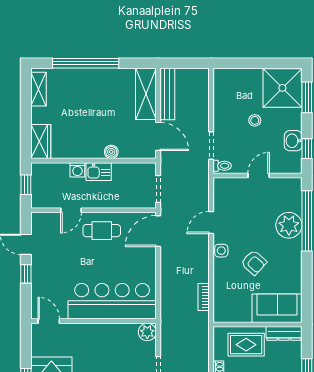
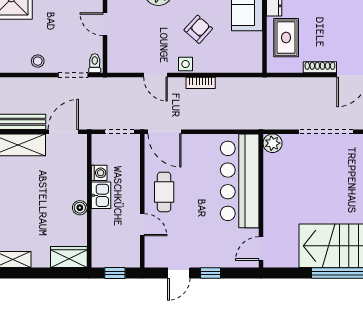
stool: (255, 120) -> (38, 61), moved
boiler: (111, 152) -> (80, 208), moved
washing machine: (77, 170) -> (99, 173), moved
bookcase: (204, 297) -> (201, 83), moved

